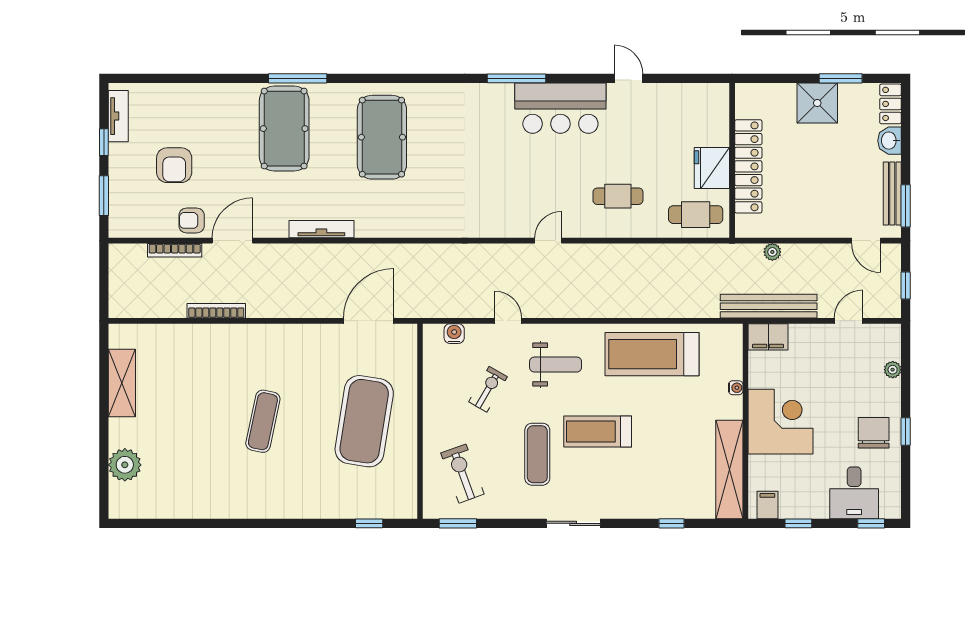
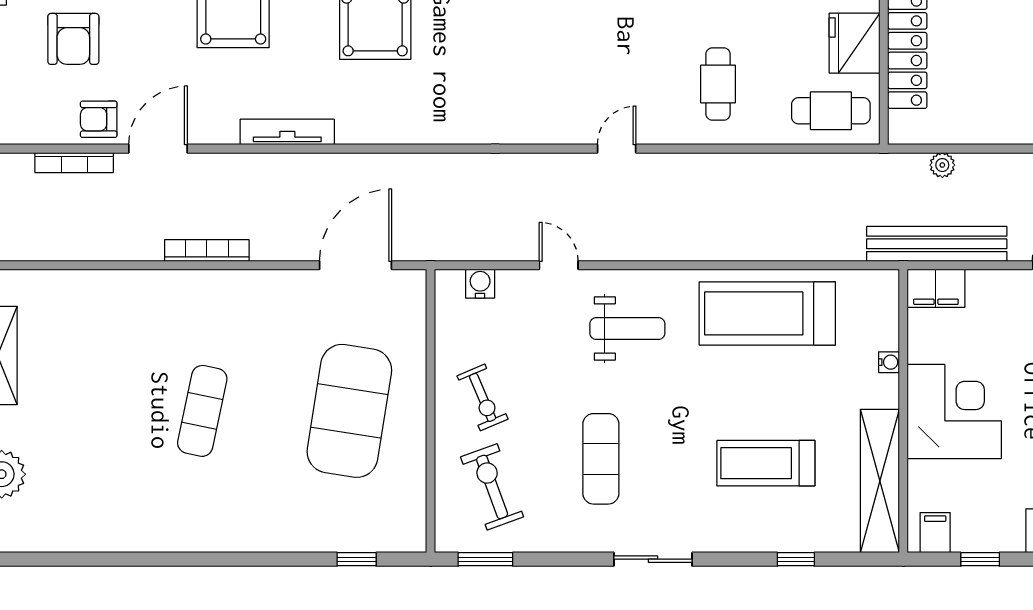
cafe table: (618, 196) -> (718, 84), turned 90
bookcase: (216, 311) -> (207, 250), moved
exercise bike: (488, 389) -> (483, 397), moved, turned 127
treadmill: (598, 432) -> (766, 463), moved

